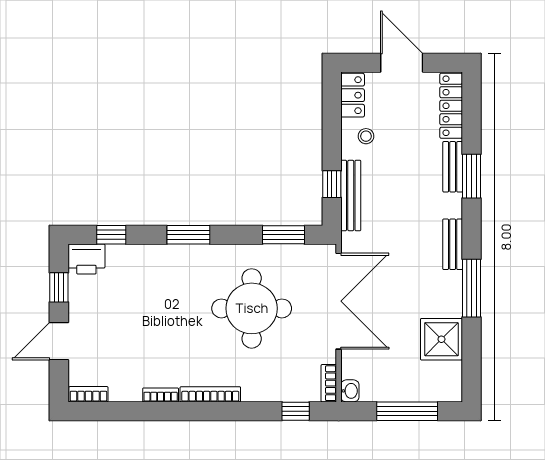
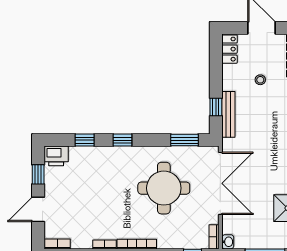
stool: (366, 136) -> (260, 80), moved
window: (111, 235) -> (85, 140), moved
window: (188, 235) -> (123, 140), width x0.67

